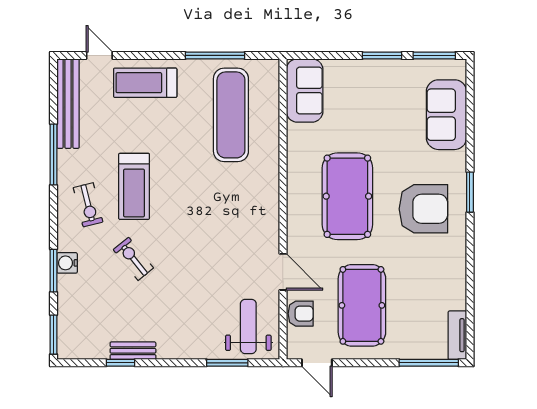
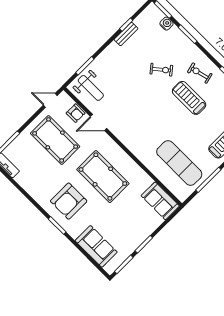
water cooler: (67, 263) -> (166, 24), moved
armchair: (301, 314) -> (76, 113), turned -90

